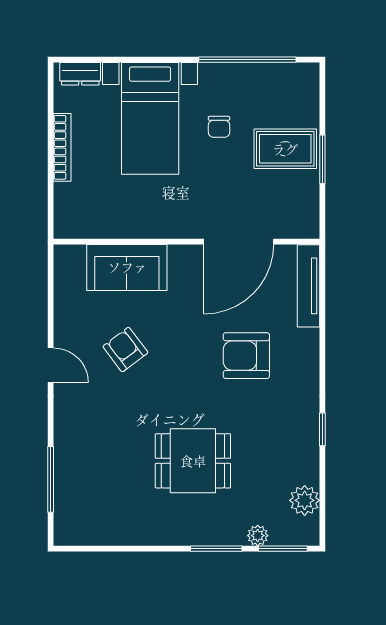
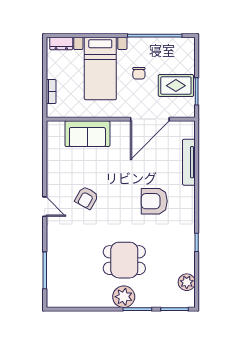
bookcase: (62, 147) -> (51, 92), width x0.64
wall: (187, 242) -> (121, 119), moved
door: (239, 242) -> (150, 119), moved
sofa: (127, 267) -> (87, 134), moved
armchair: (125, 350) -> (87, 198), turned -114
plant: (258, 536) -> (124, 297), moved, width x1.87, depth x1.87

